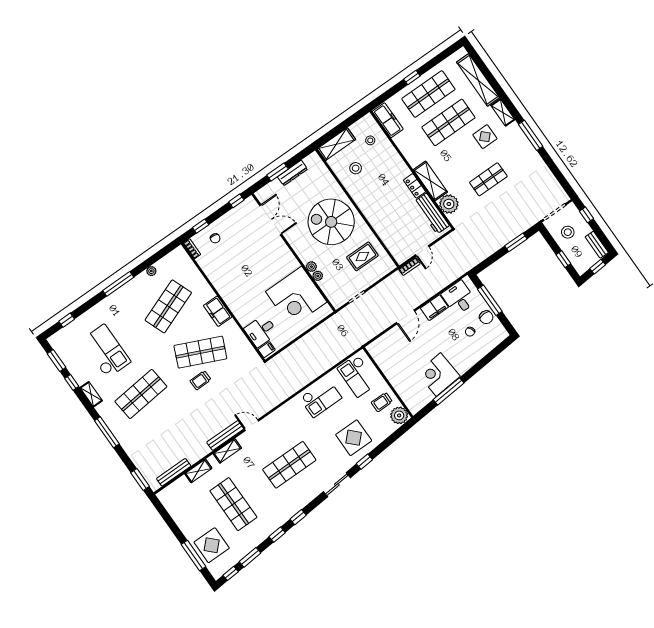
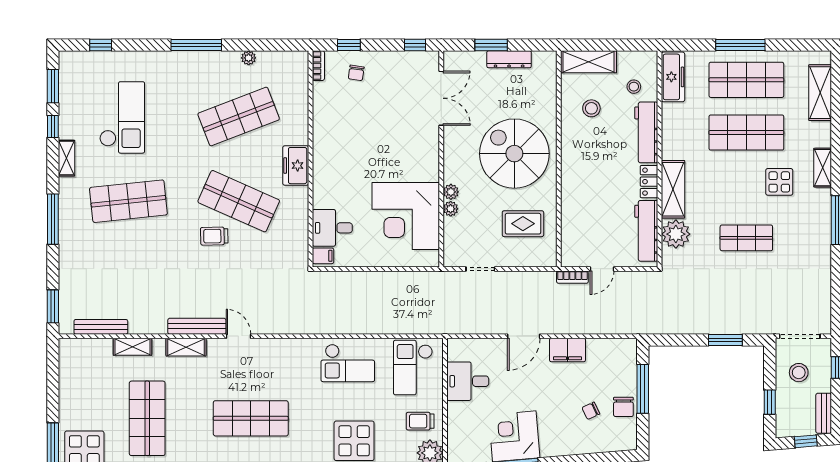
window: (412, 77) -> (740, 45), width x2.17
shelving: (478, 80) -> (820, 93), width x0.68
workbench: (394, 160) -> (646, 132), added
desk: (459, 298) -> (468, 381), moved, turned -90

